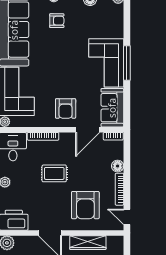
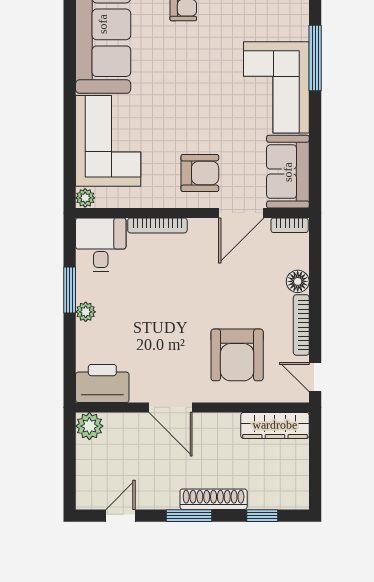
window: (127, 63) -> (315, 58), moved
armchair: (66, 108) -> (200, 173), turned -90
rug: (54, 173) -> (178, 295), removed
wardrobe: (88, 243) -> (275, 425), moved

